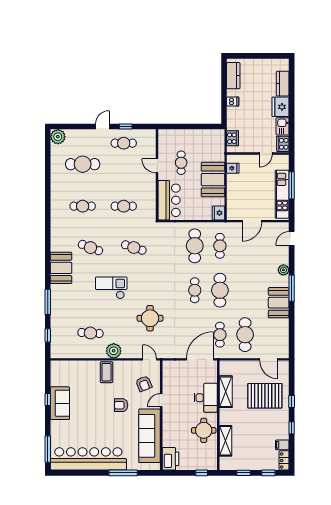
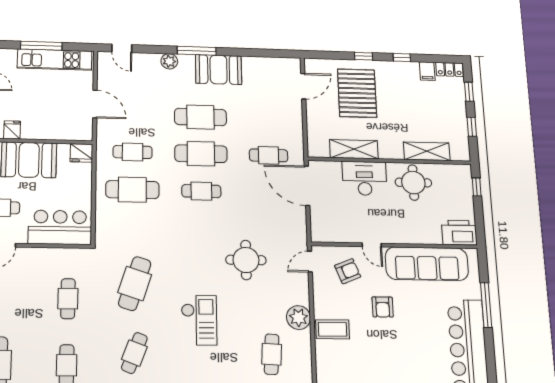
cafe table: (134, 248) -> (135, 284), width x1.37, depth x1.35
checkout: (111, 288) -> (199, 320), turned 180
cafe table: (245, 335) -> (200, 117), moved

